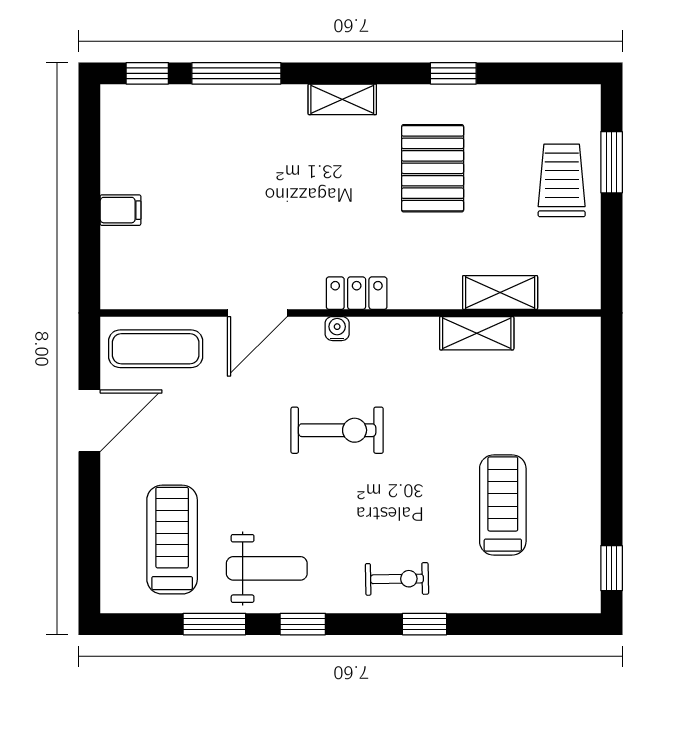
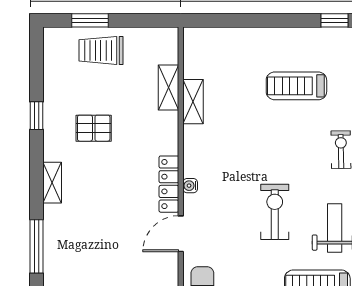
pallet: (433, 168) -> (94, 128), width x0.67, depth x0.71
locker: (357, 293) -> (169, 184), width x1.53
door: (257, 313) -> (181, 234), swing flipped
exercise bike: (337, 430) -> (275, 212), moved

